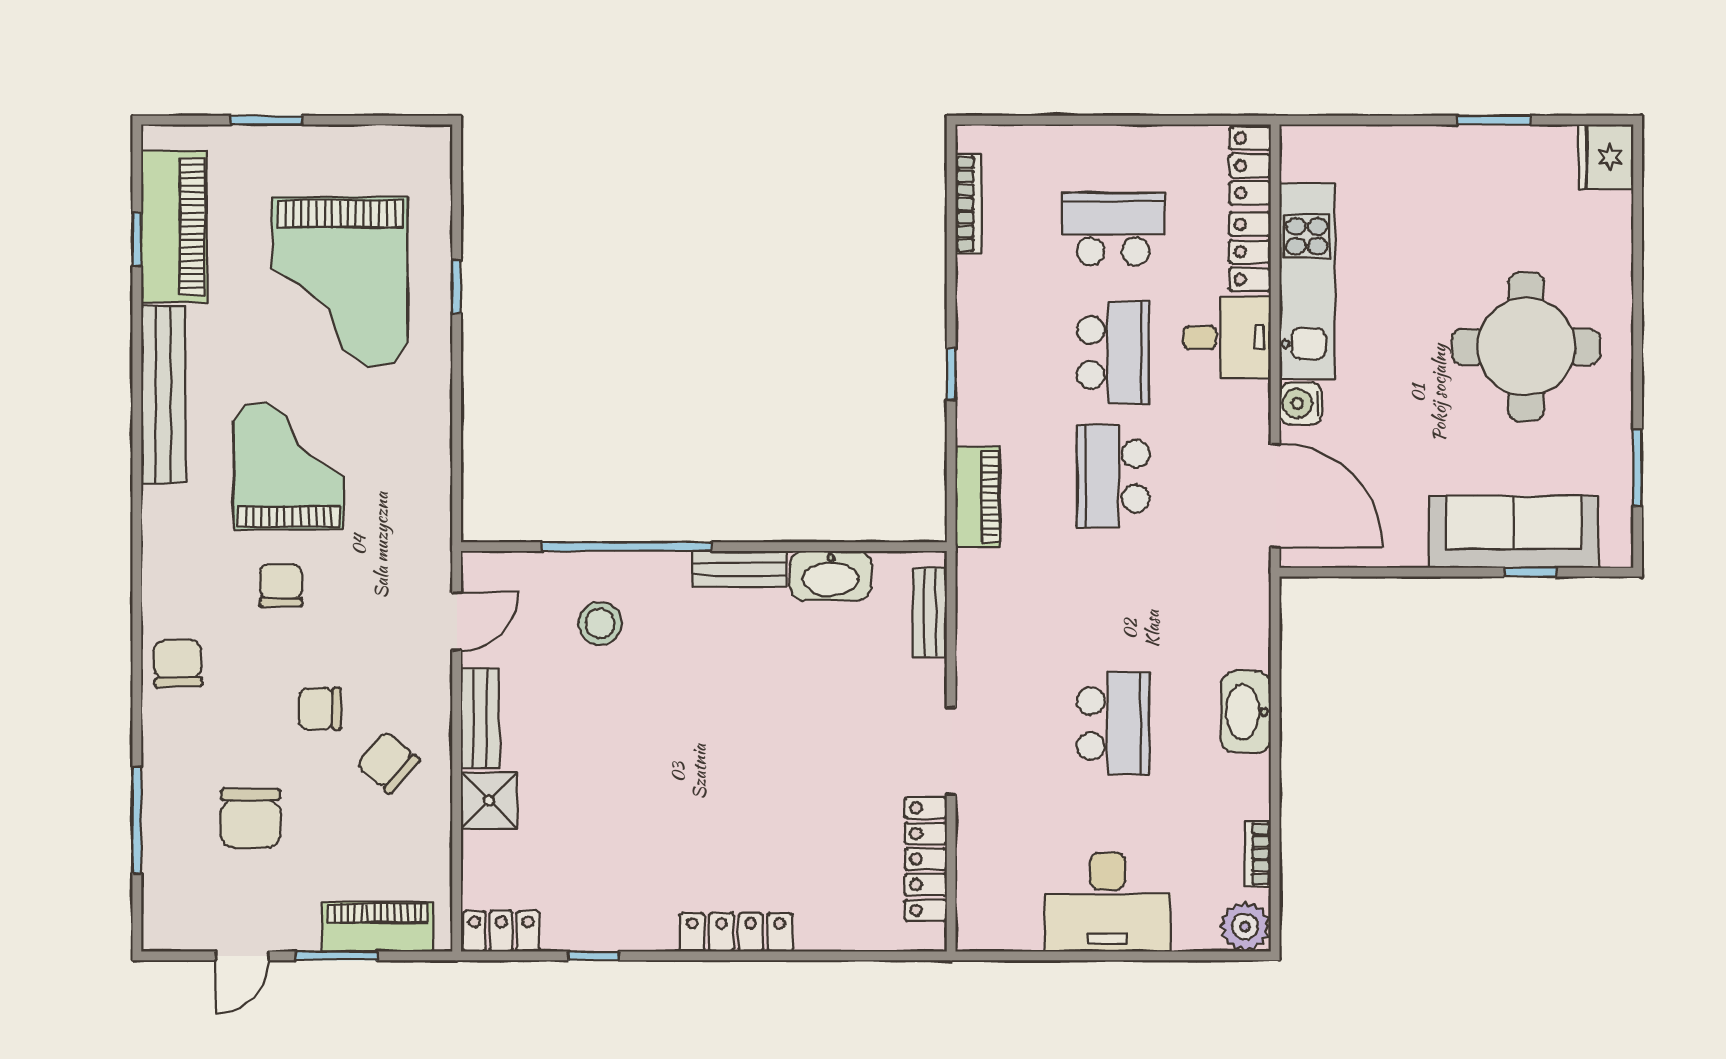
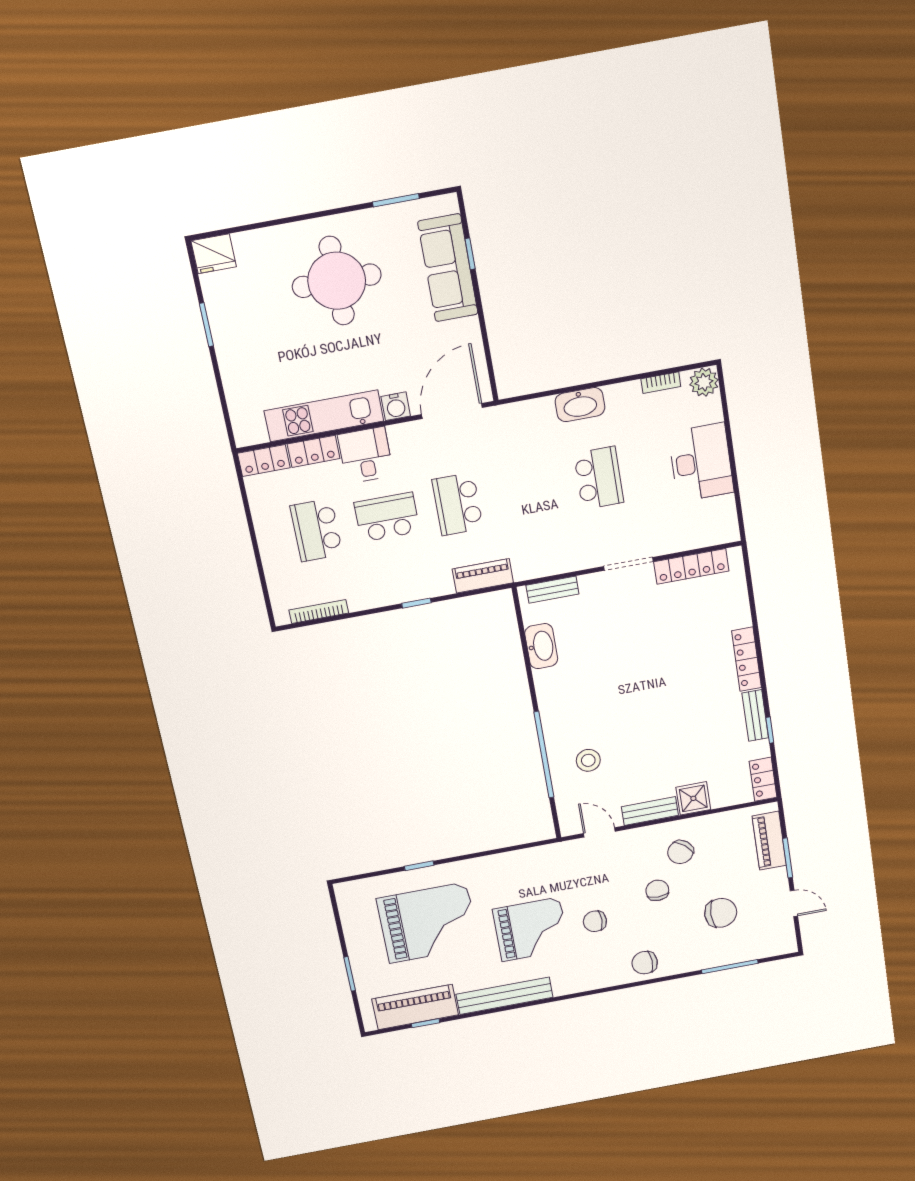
grand piano: (289, 466) -> (531, 929), turned 180
school desk: (1113, 476) -> (458, 504), turned 90
bench: (739, 569) -> (755, 715), moved
chair: (320, 709) -> (657, 890), turned 180
school desk: (1113, 724) -> (599, 478), turned 90

